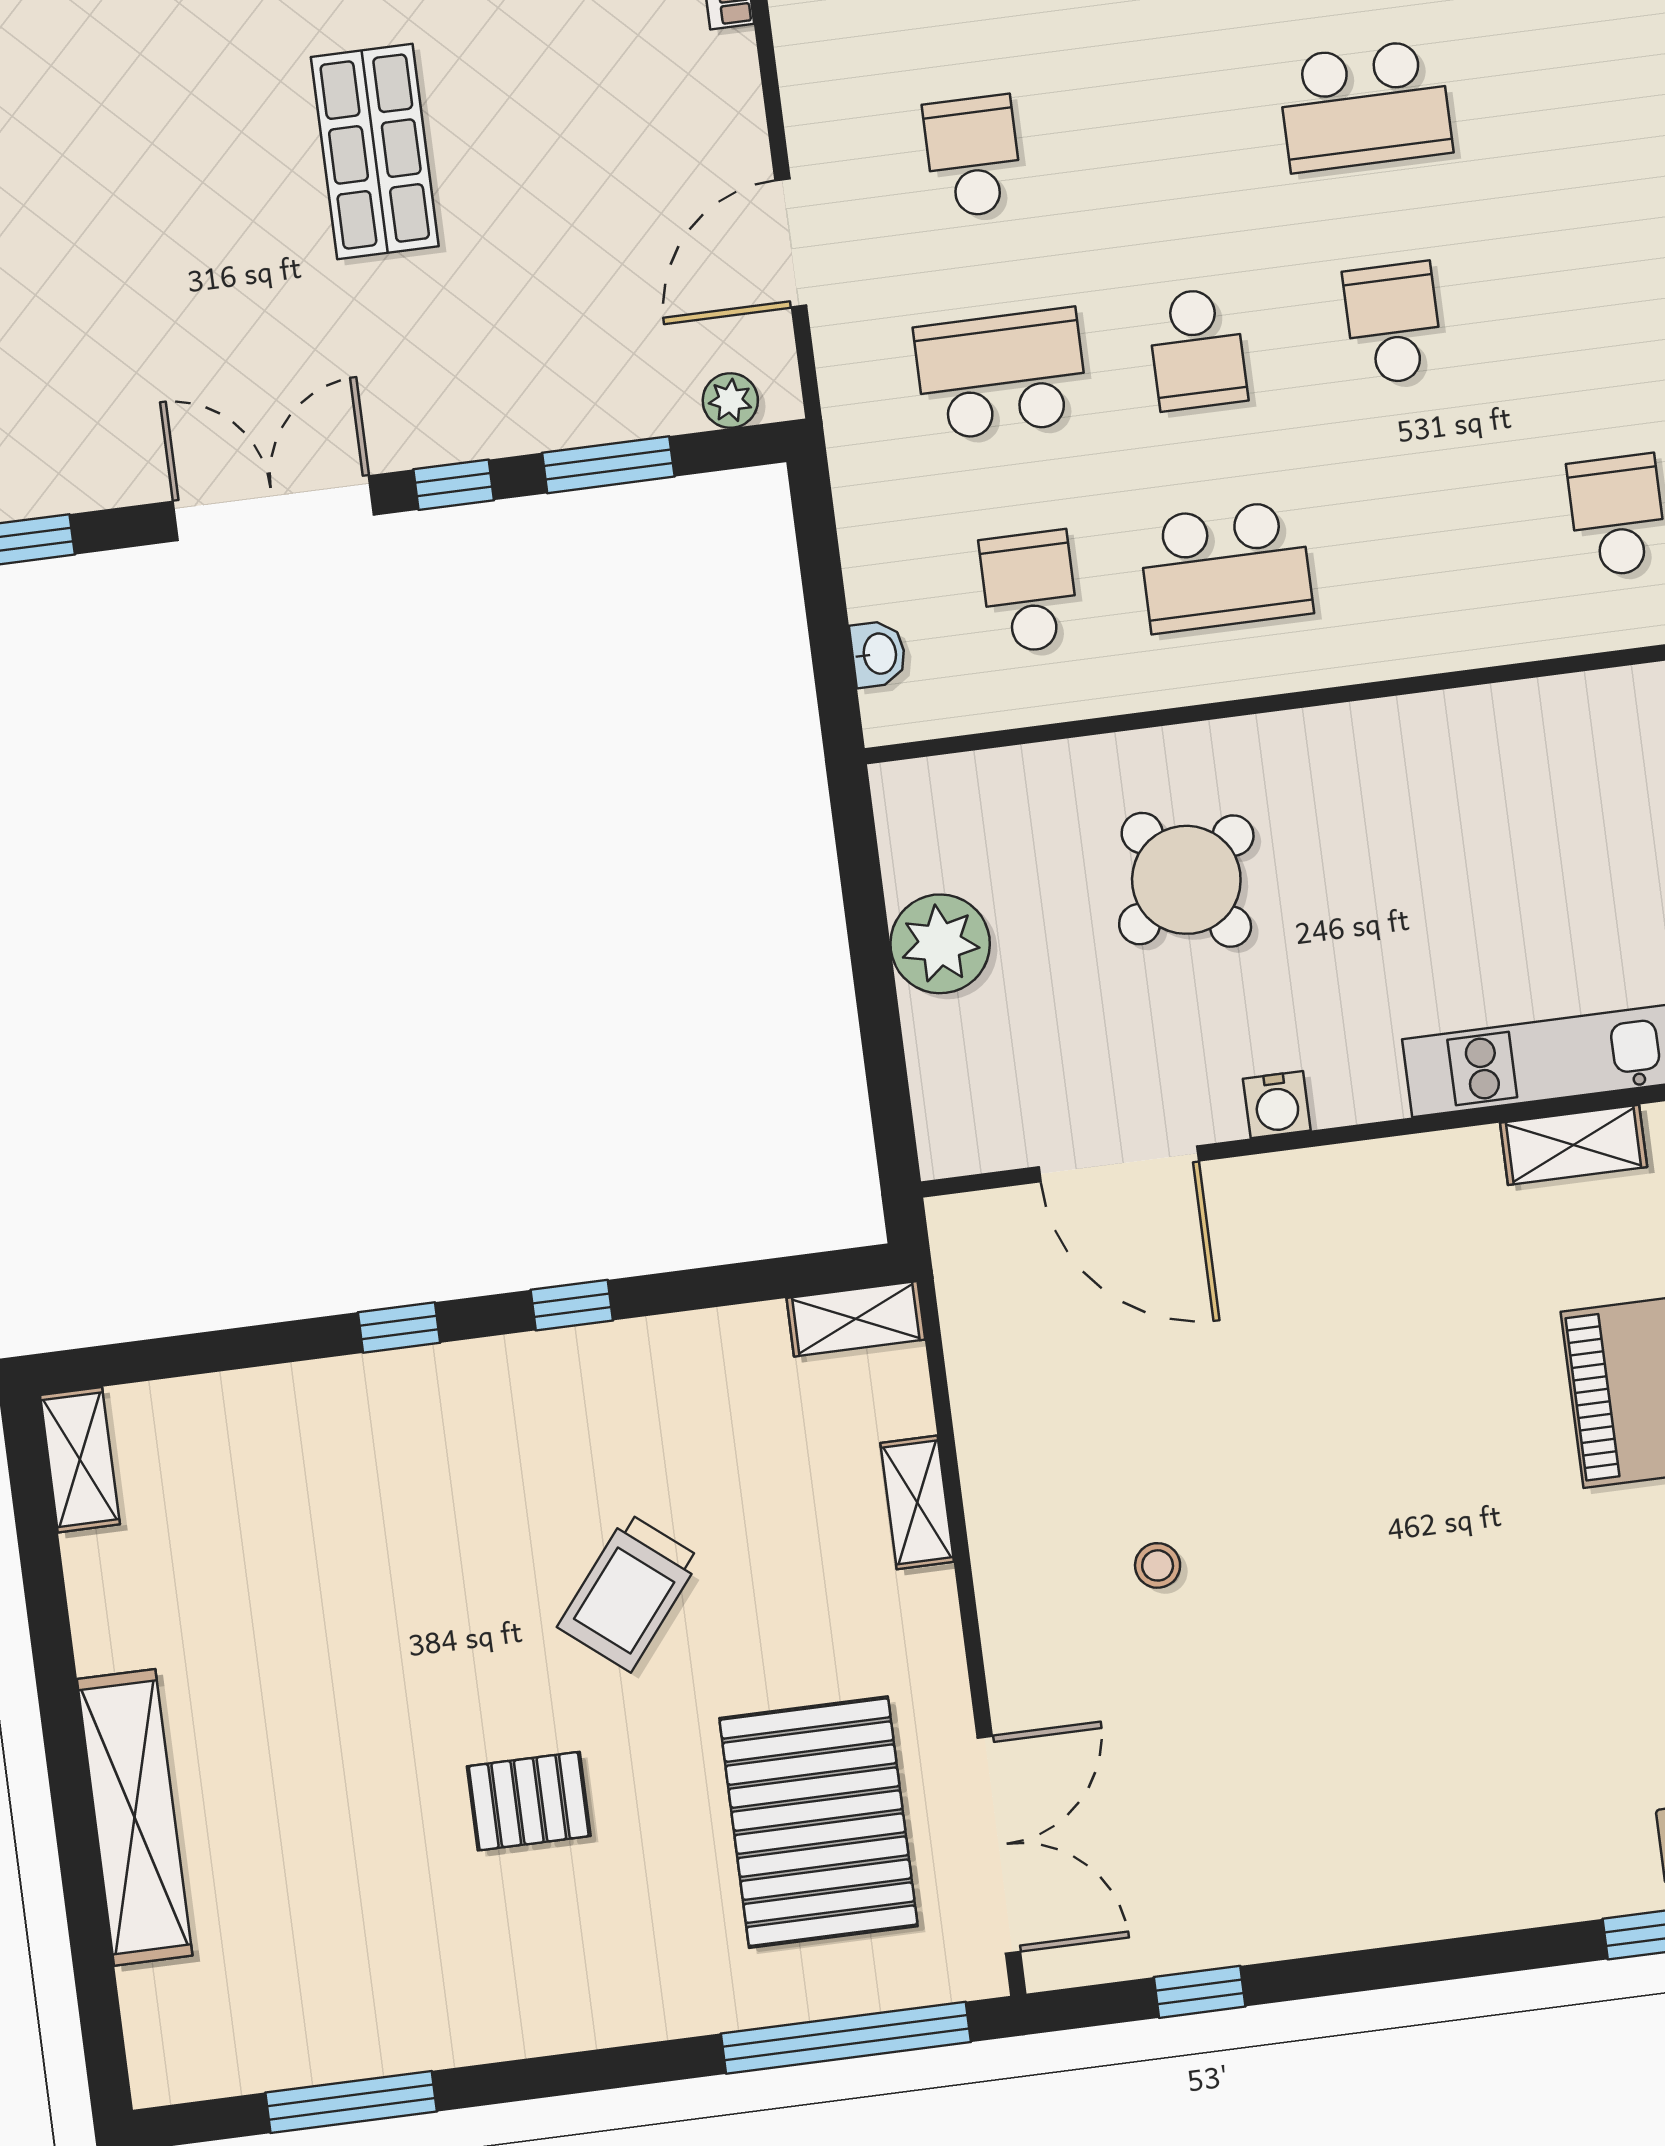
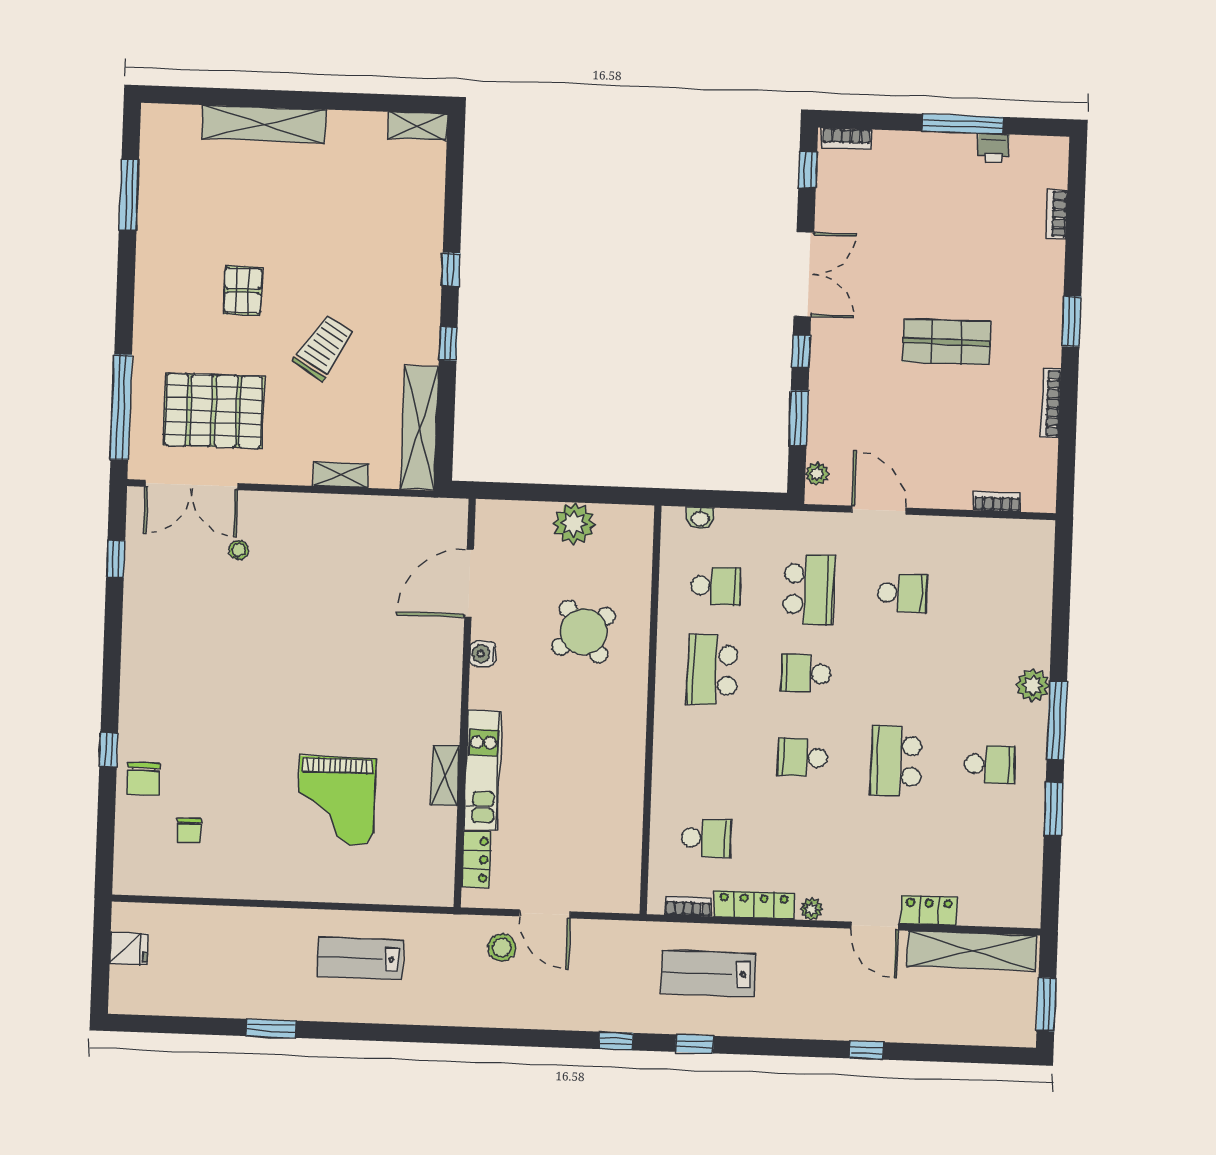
school desk: (1393, 323) -> (803, 757), turned 180
shelving: (856, 1319) -> (419, 428), width x2.20, depth x1.33
stool: (1158, 1565) -> (239, 550), moved
trolley: (629, 1592) -> (323, 347), turned 83

